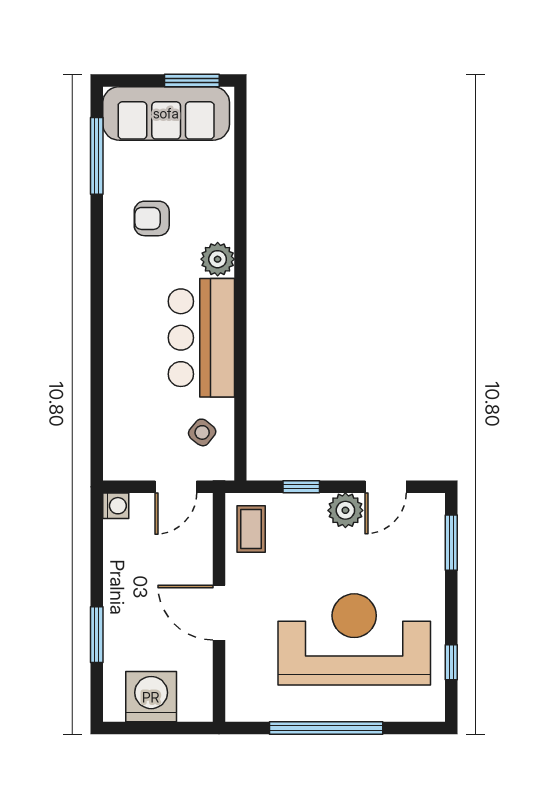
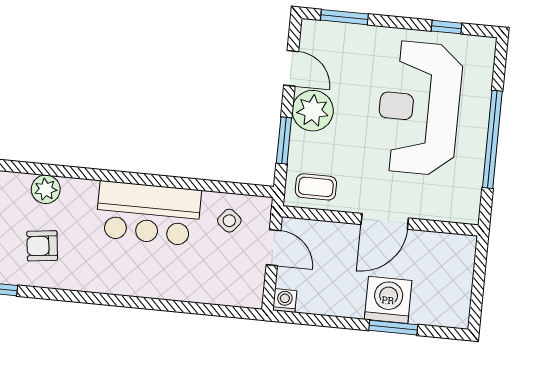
armchair: (152, 218) -> (42, 246), turned 83
plant: (218, 259) -> (46, 189), moved
window: (301, 487) -> (284, 140), width x1.50
plant: (345, 510) -> (313, 111), width x1.36, depth x1.36
washing machine: (151, 697) -> (388, 300), moved, turned 90

